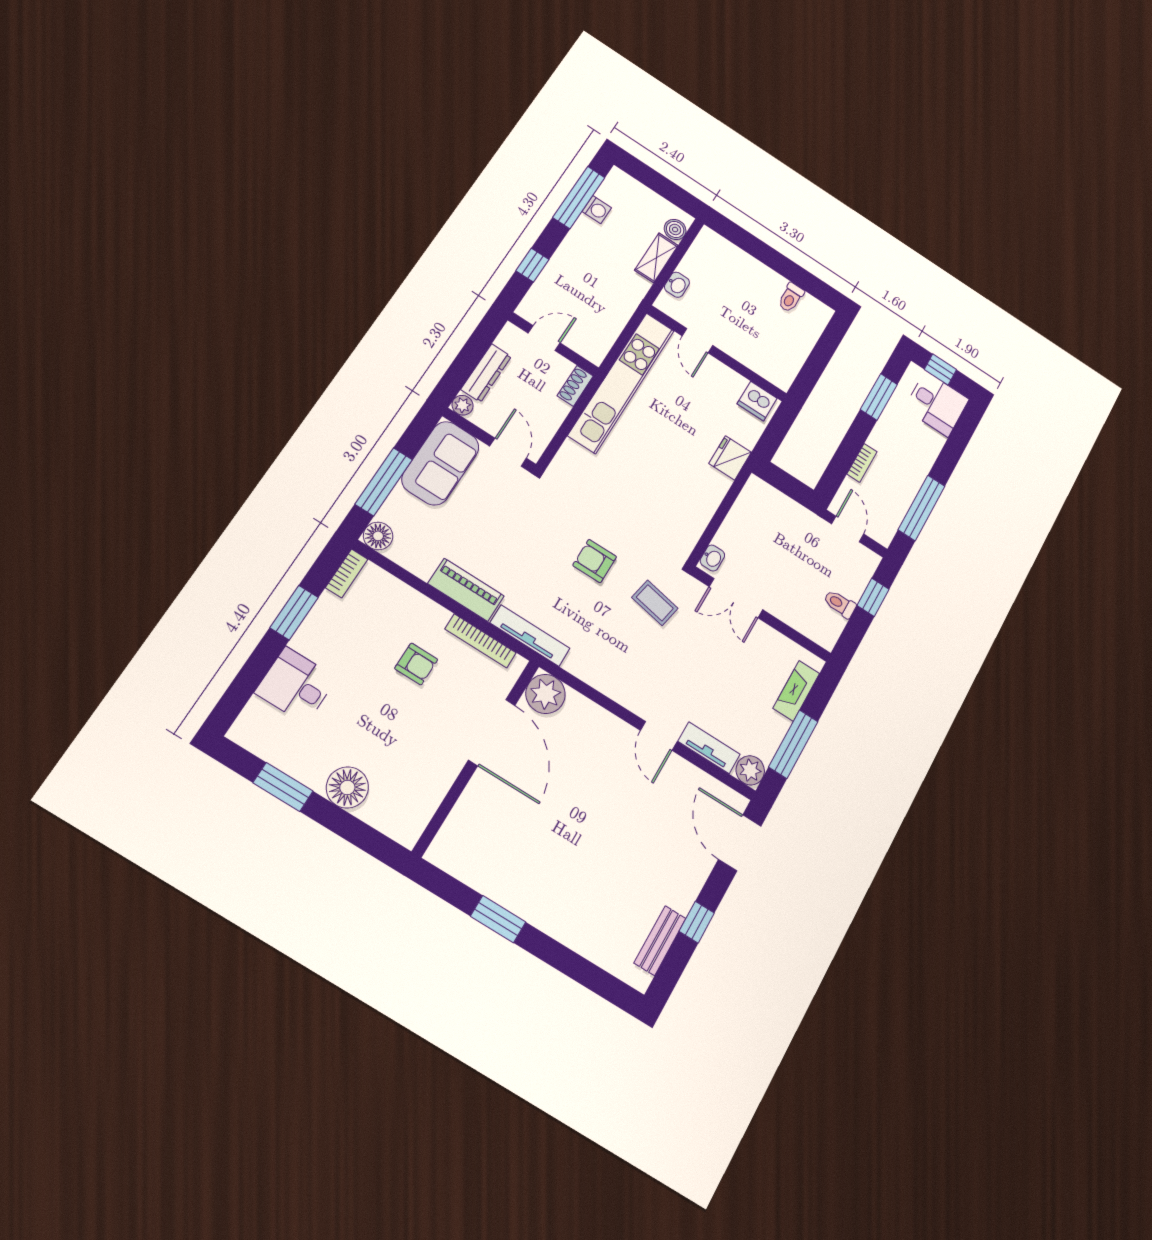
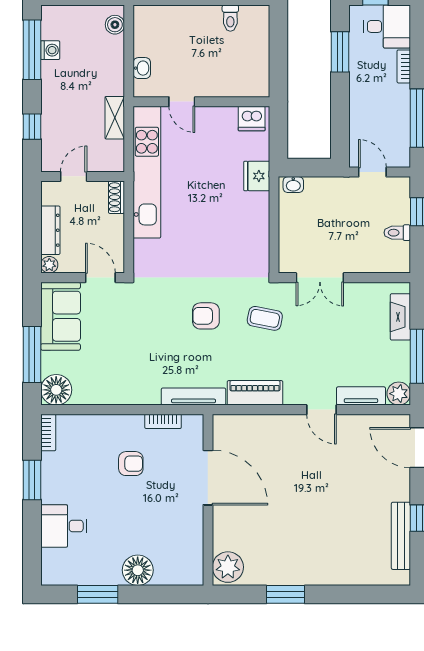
shelving: (656, 258) -> (115, 118), moved
bookcase: (862, 463) -> (404, 66), moved, turned 180
floor lamp: (378, 536) -> (56, 390), width x1.38, depth x1.38
washbasin: (712, 558) -> (293, 185), moved, turned 90
piano: (466, 590) -> (255, 393), moved
bookcase: (481, 641) -> (163, 421), width x0.64
plant: (546, 694) -> (228, 567), moved
bench: (660, 941) -> (401, 536), width x1.36

